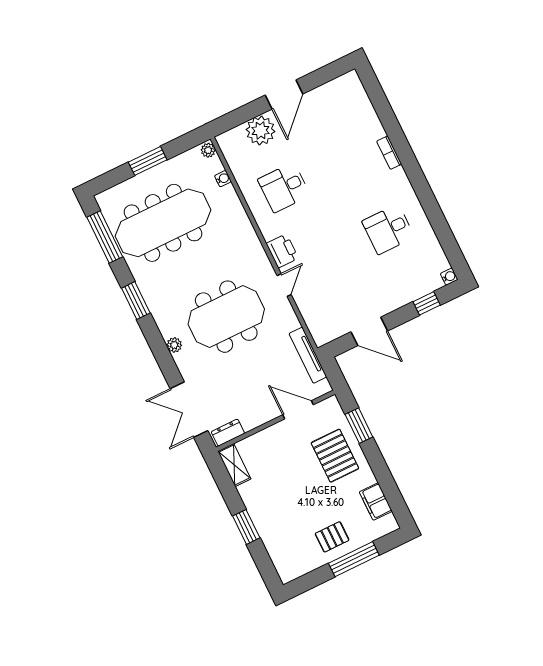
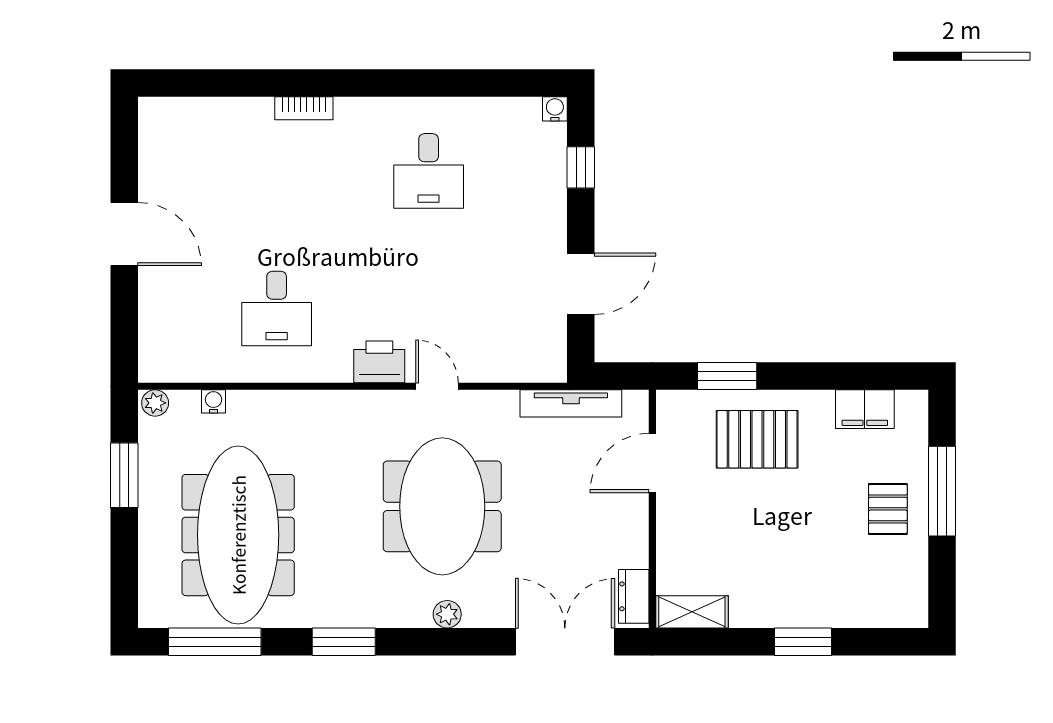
plant: (261, 131) -> (165, 301), removed
window: (148, 161) -> (124, 475), moved
double door: (189, 410) -> (565, 642), swing flipped

